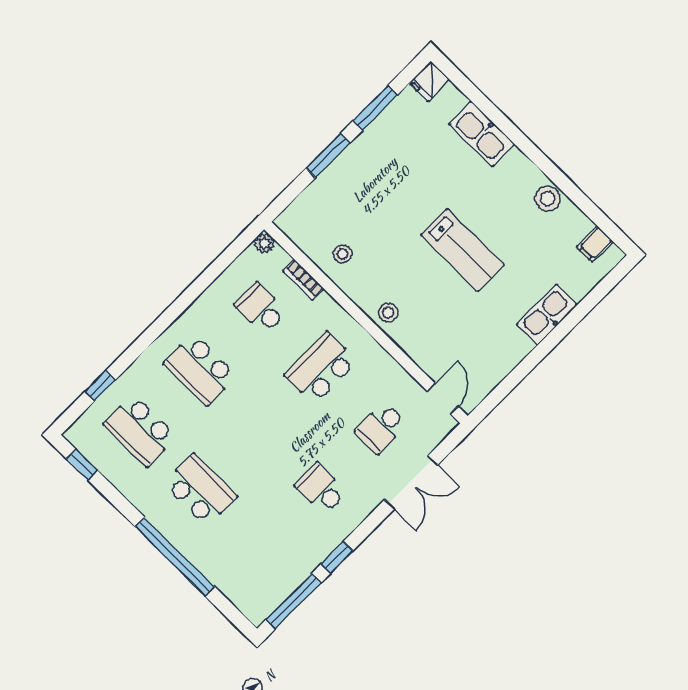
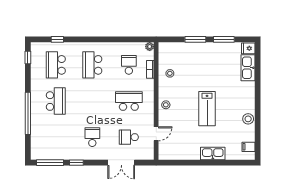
kitchen sink: (482, 134) -> (248, 68), moved
door: (443, 399) -> (156, 134), moved

